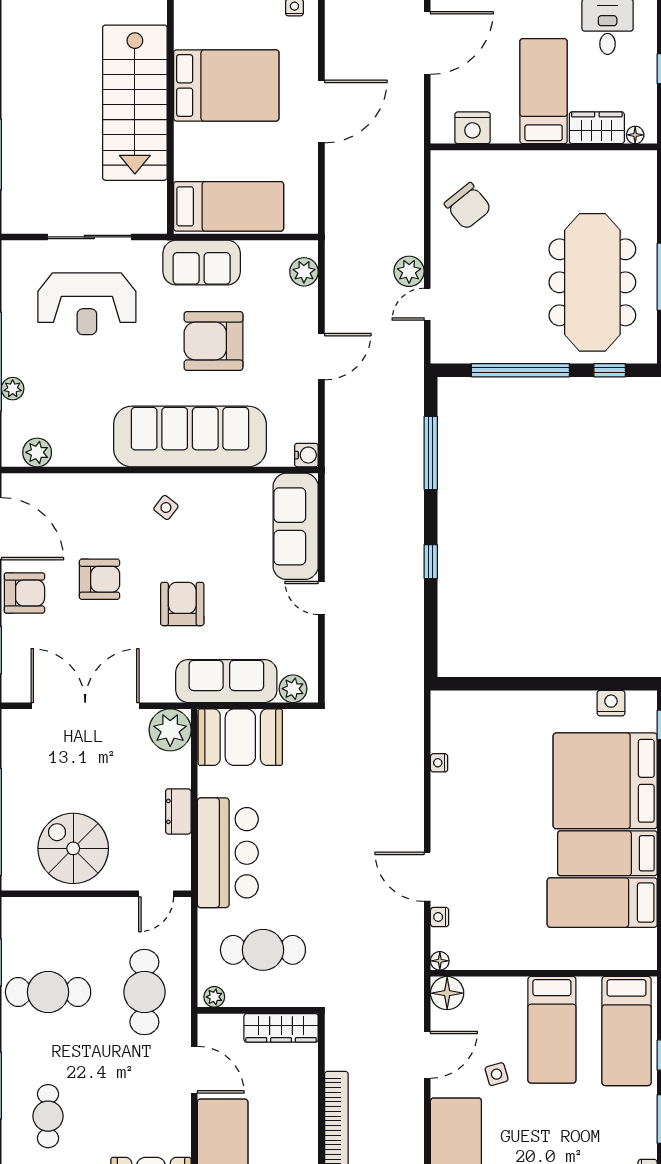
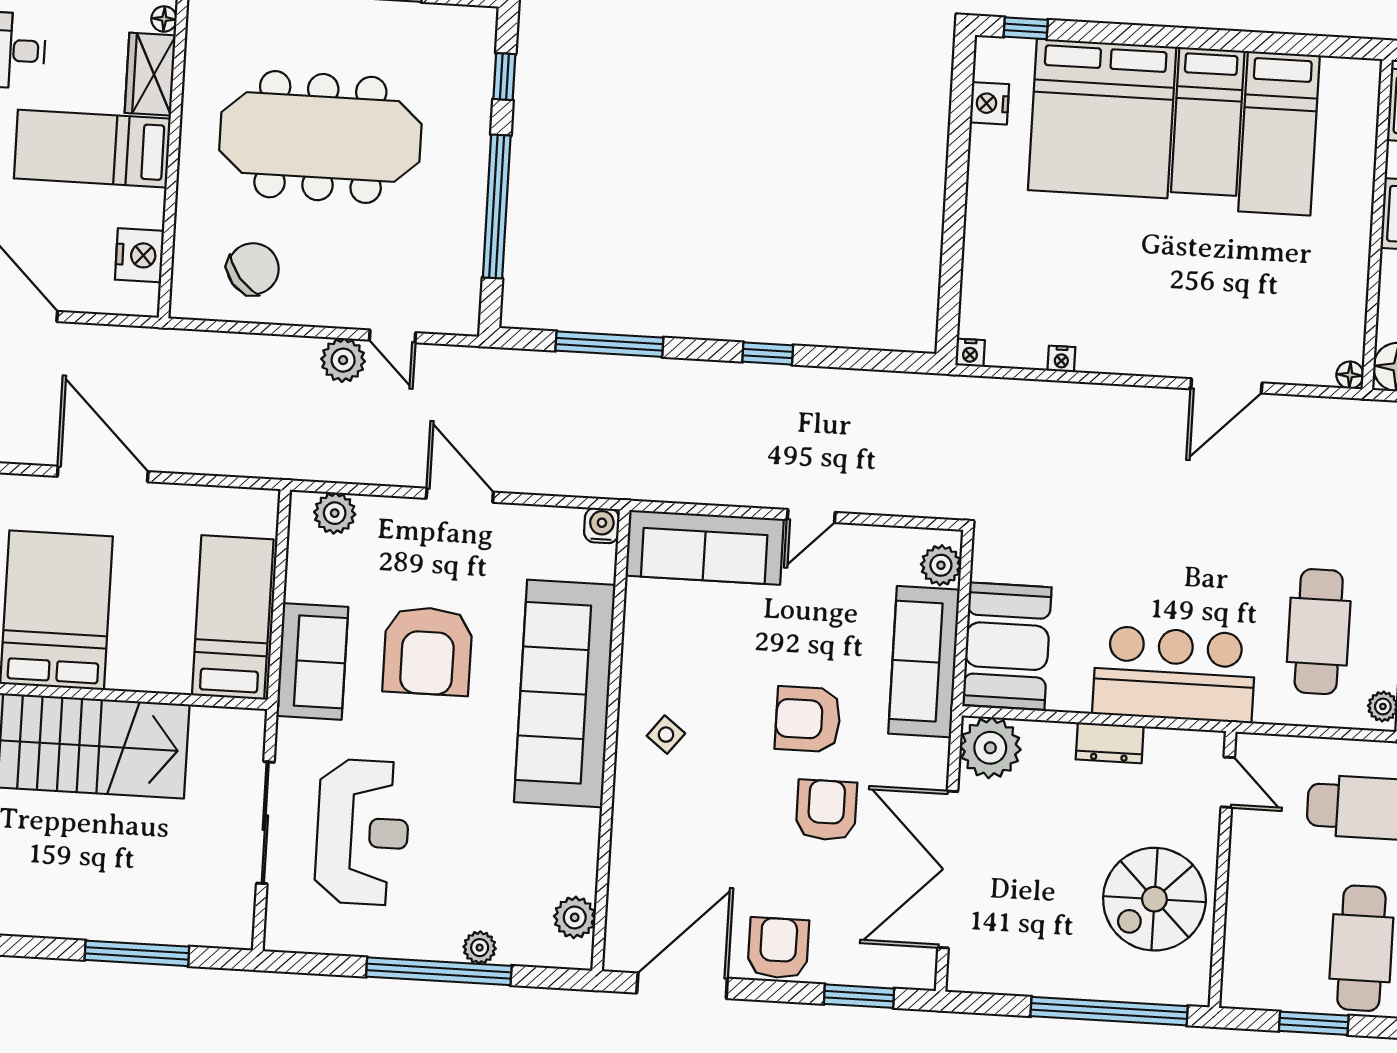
meeting table: (592, 282) -> (320, 137), moved
armchair: (100, 579) -> (826, 810), moved
nightstand: (440, 917) -> (970, 353), moved

